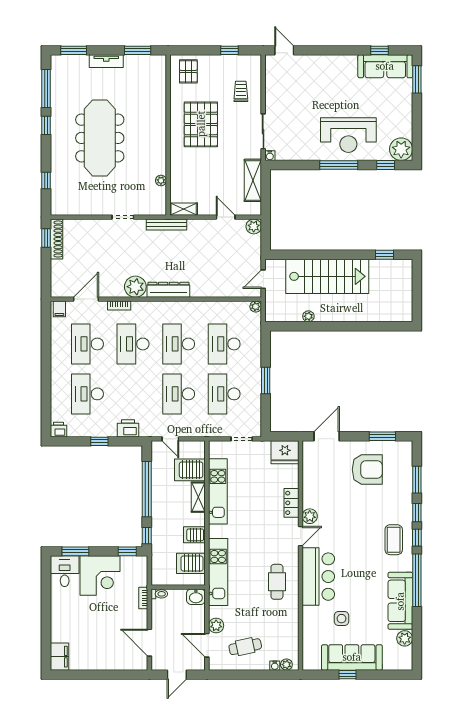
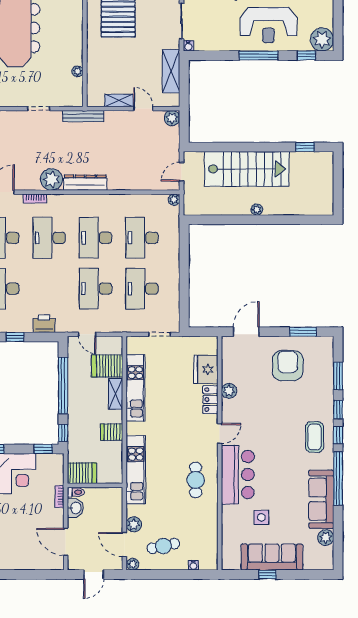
shelving: (184, 209) -> (119, 100), moved
plant: (308, 316) -> (257, 210), moved
window: (266, 380) -> (184, 275), removed
fridge: (285, 452) -> (206, 369), moved, turned 90
armchair: (367, 469) -> (288, 366), turned -90
plant: (310, 516) -> (229, 391), moved
server rack: (191, 563) -> (82, 473), moved, turned 180
washbasin: (196, 597) -> (75, 508), moved, turned -90
plant: (286, 665) -> (133, 564), moved

